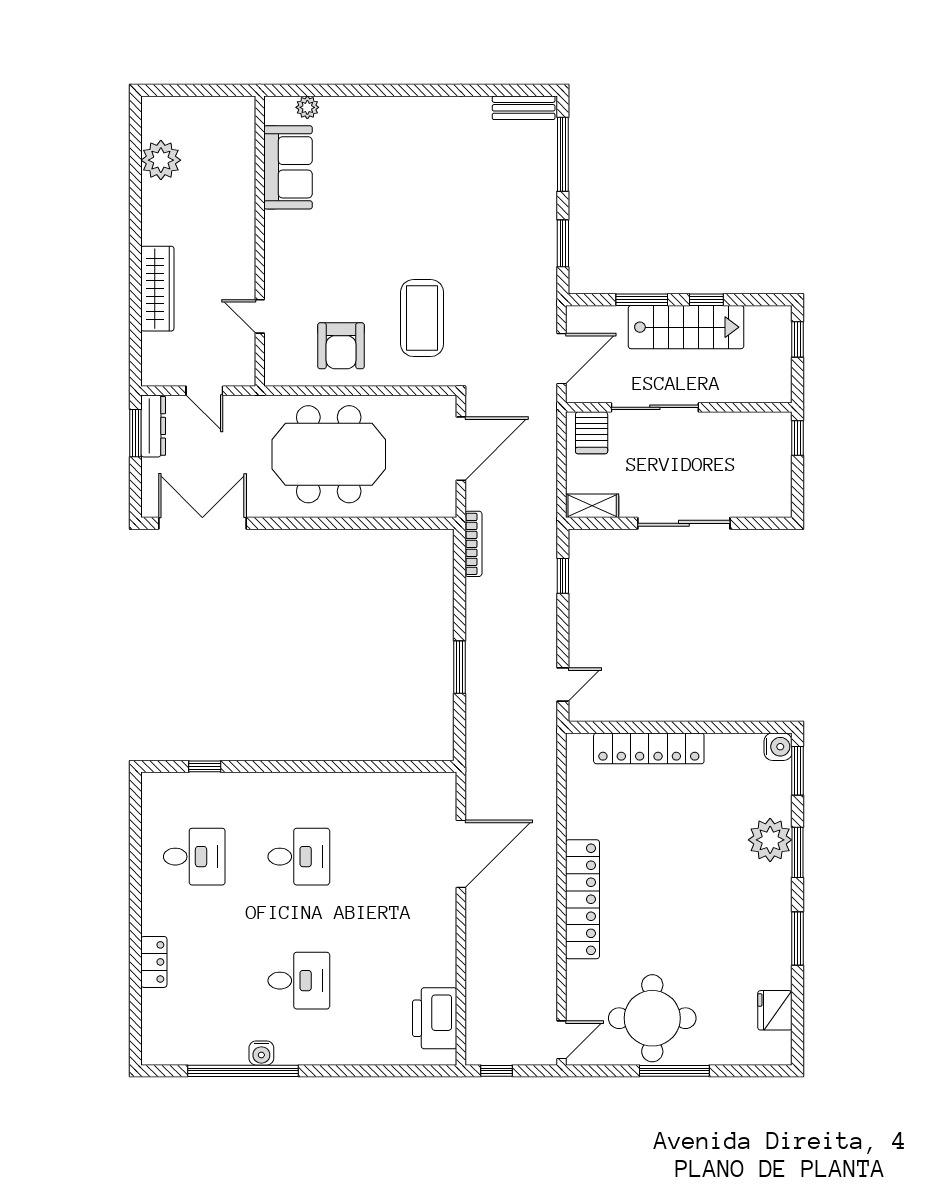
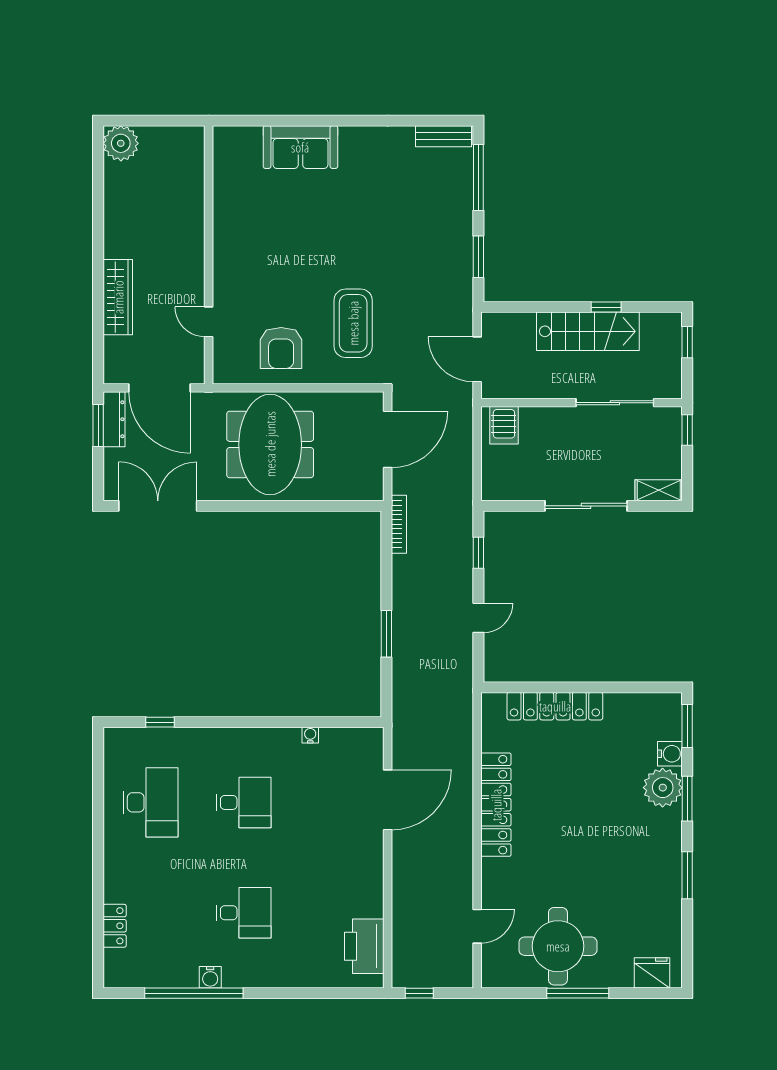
plant: (307, 107) -> (251, 136), removed
plant: (161, 160) -> (121, 143), moved
sofa: (288, 167) -> (300, 147), moved, turned 90
window: (642, 300) -> (549, 307), removed
door: (561, 359) -> (477, 359), swing flipped
door: (204, 391) -> (160, 388), width x1.87
sliding door: (655, 407) -> (615, 403), moved
meeting table: (329, 454) -> (270, 444), turned 90
shelving: (592, 506) -> (659, 490), moved
door: (563, 684) -> (478, 618), moved
water cooler: (778, 747) -> (670, 754), moved
water cooler: (374, 781) -> (310, 735), added
desk: (194, 857) -> (150, 802), width x1.37
locker: (583, 899) -> (496, 805), moved
locker: (154, 962) -> (115, 926), moved
fridge: (775, 1010) -> (652, 973), moved, turned 90
door: (561, 1040) -> (477, 926), moved

